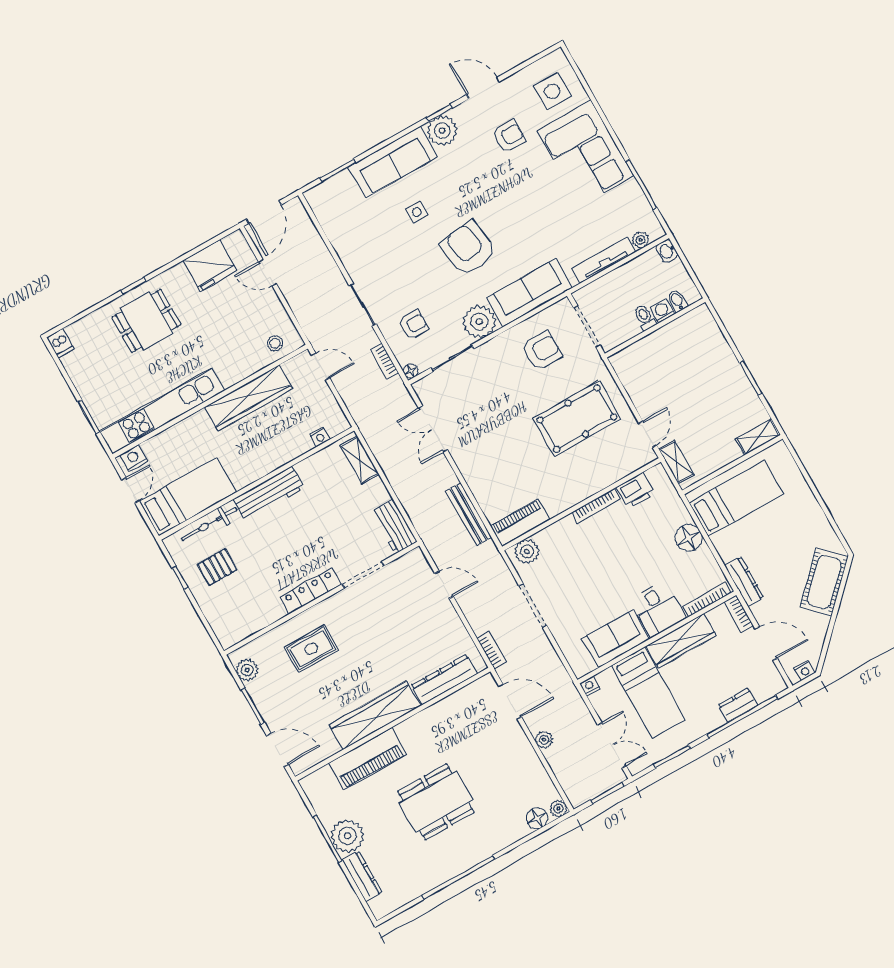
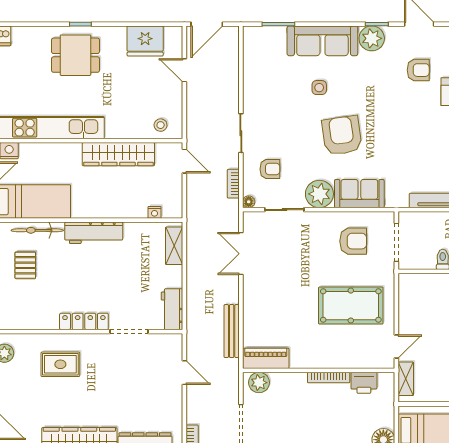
sofa: (529, 293) -> (359, 194), width x0.73
pallet: (217, 567) -> (25, 265), turned 90

